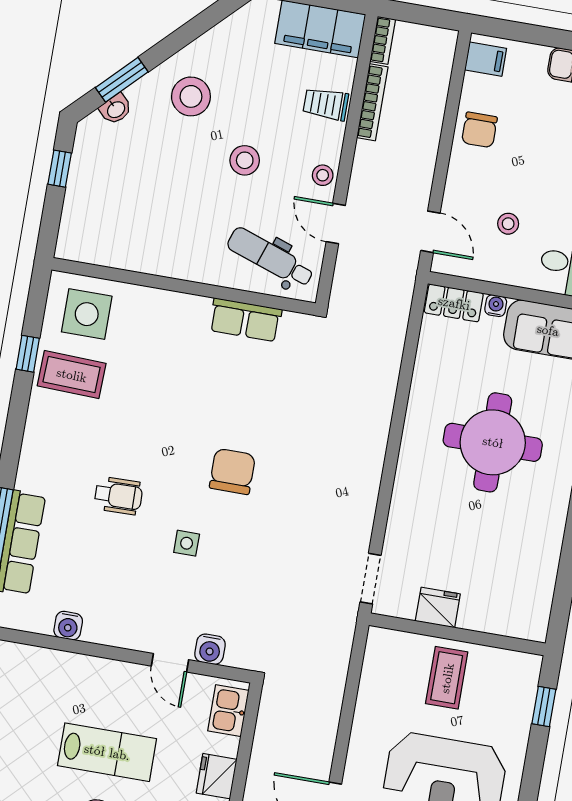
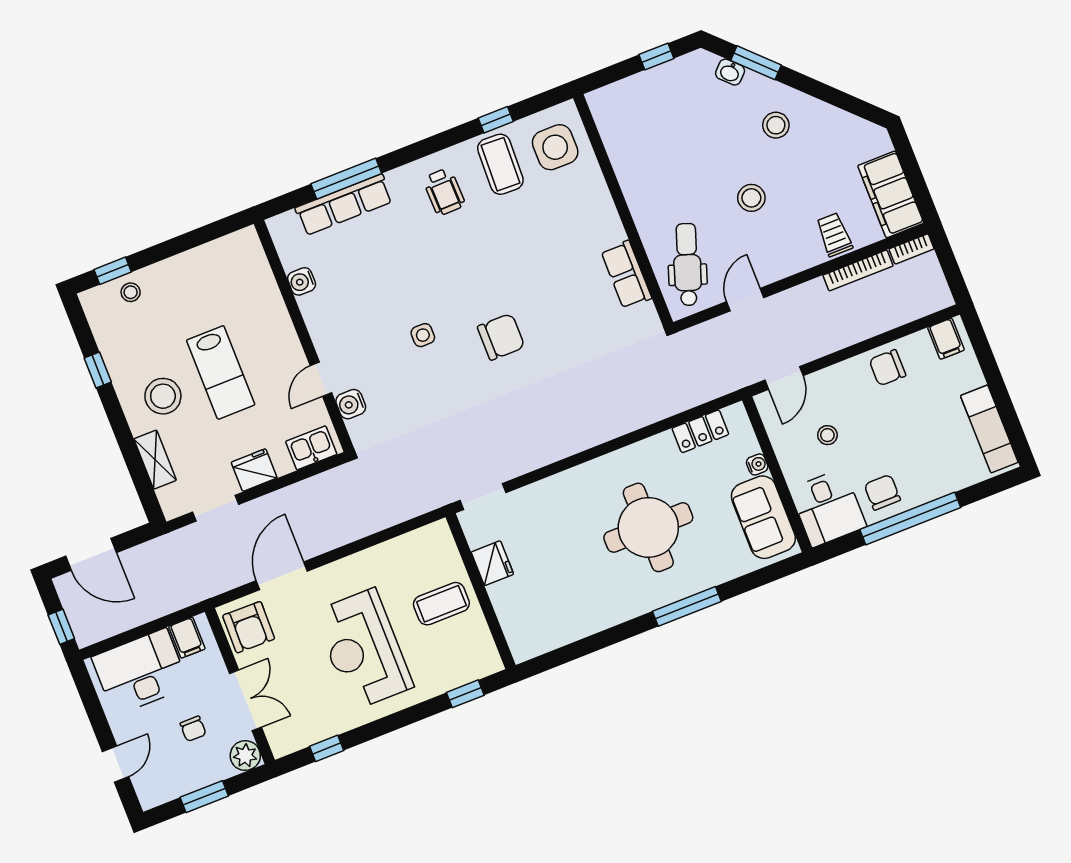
stool: (191, 96) -> (776, 125), width x0.73, depth x0.73
stool: (323, 175) -> (777, 266), removed
locker: (454, 303) -> (700, 431), moved, turned -90
wheelchair: (118, 496) -> (444, 192), moved

